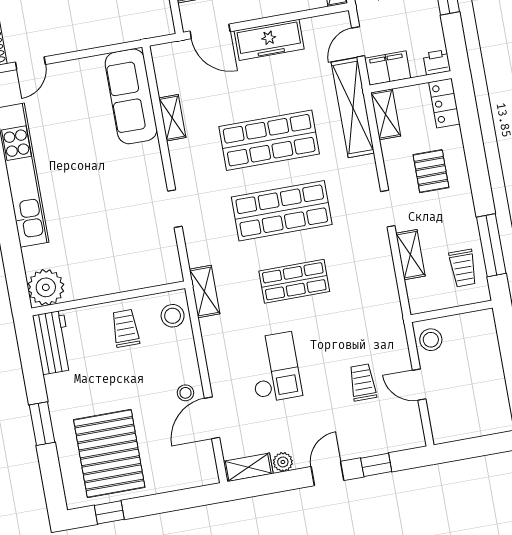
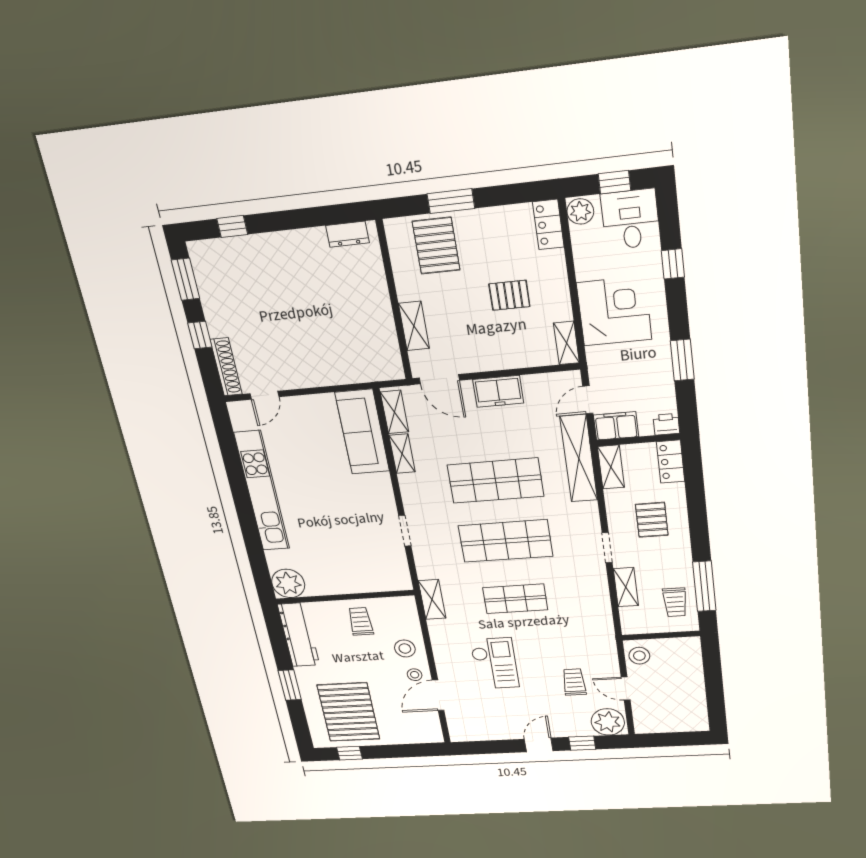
freezer: (269, 40) -> (498, 391), width x0.71
stool: (173, 316) -> (405, 648), moved
workbench: (53, 342) -> (299, 635), width x1.38
plant: (283, 462) -> (608, 722), moved, width x1.88, depth x1.88
shelving: (248, 467) -> (395, 412), moved, turned 90

